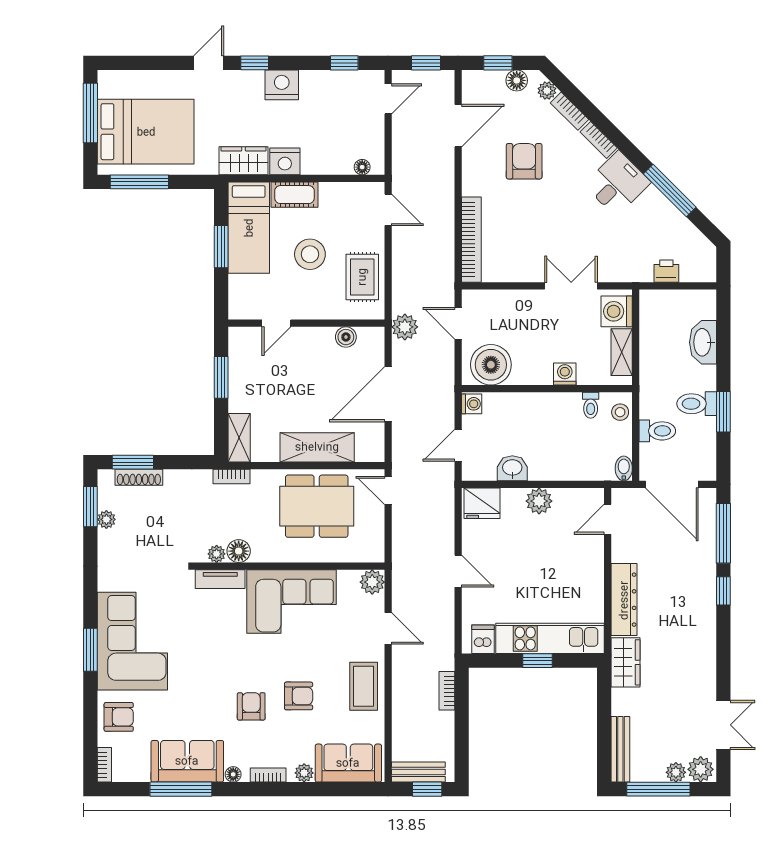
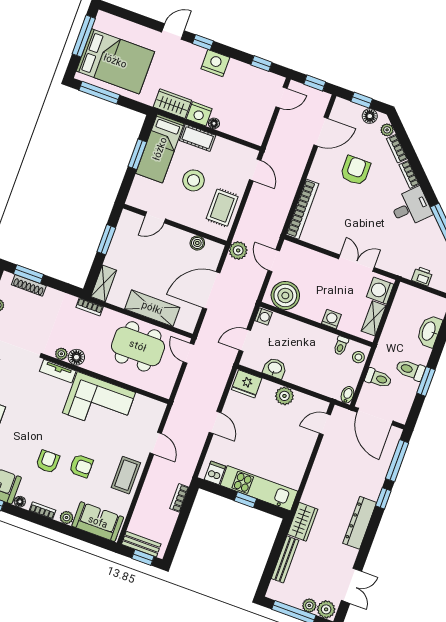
floor lamp: (362, 167) -> (214, 123), moved
plant: (372, 582) -> (156, 409), removed
dresser: (624, 600) -> (360, 523), moved, turned 180
bench: (620, 749) -> (285, 559), moved

